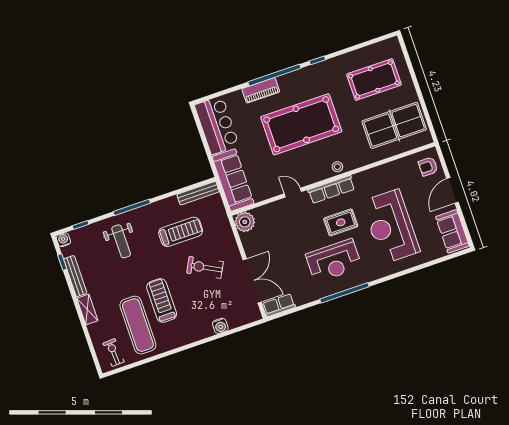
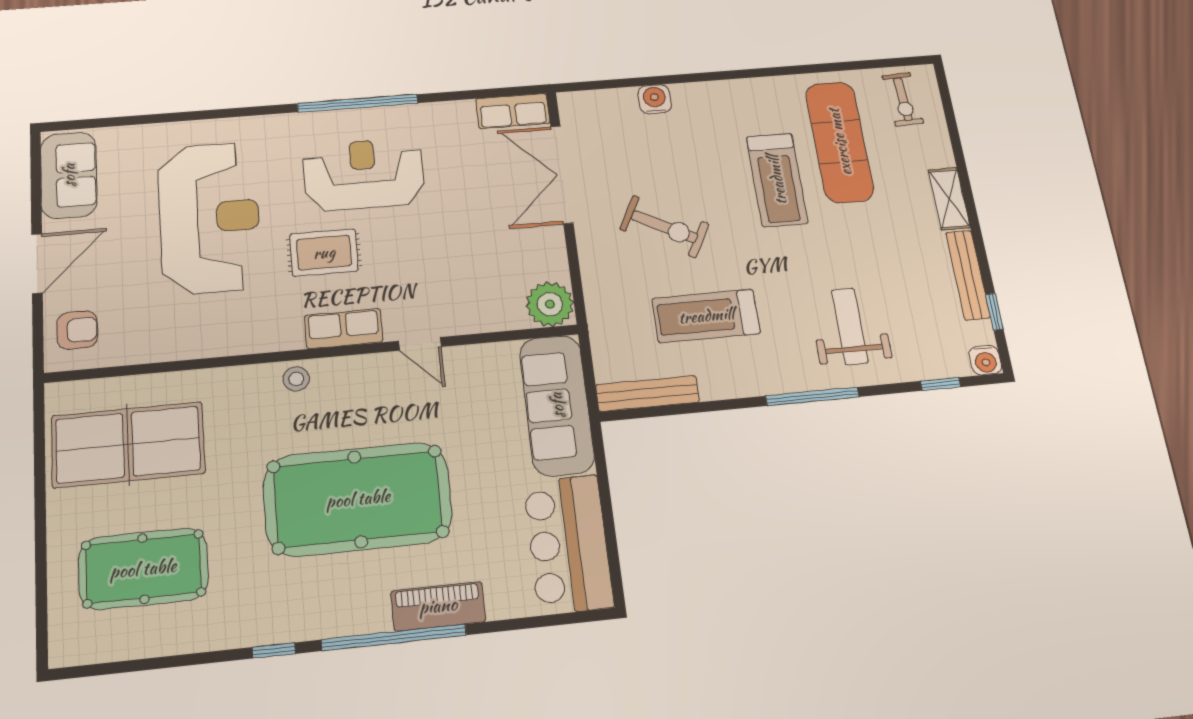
row of seats: (331, 189) -> (344, 329), width x0.68

